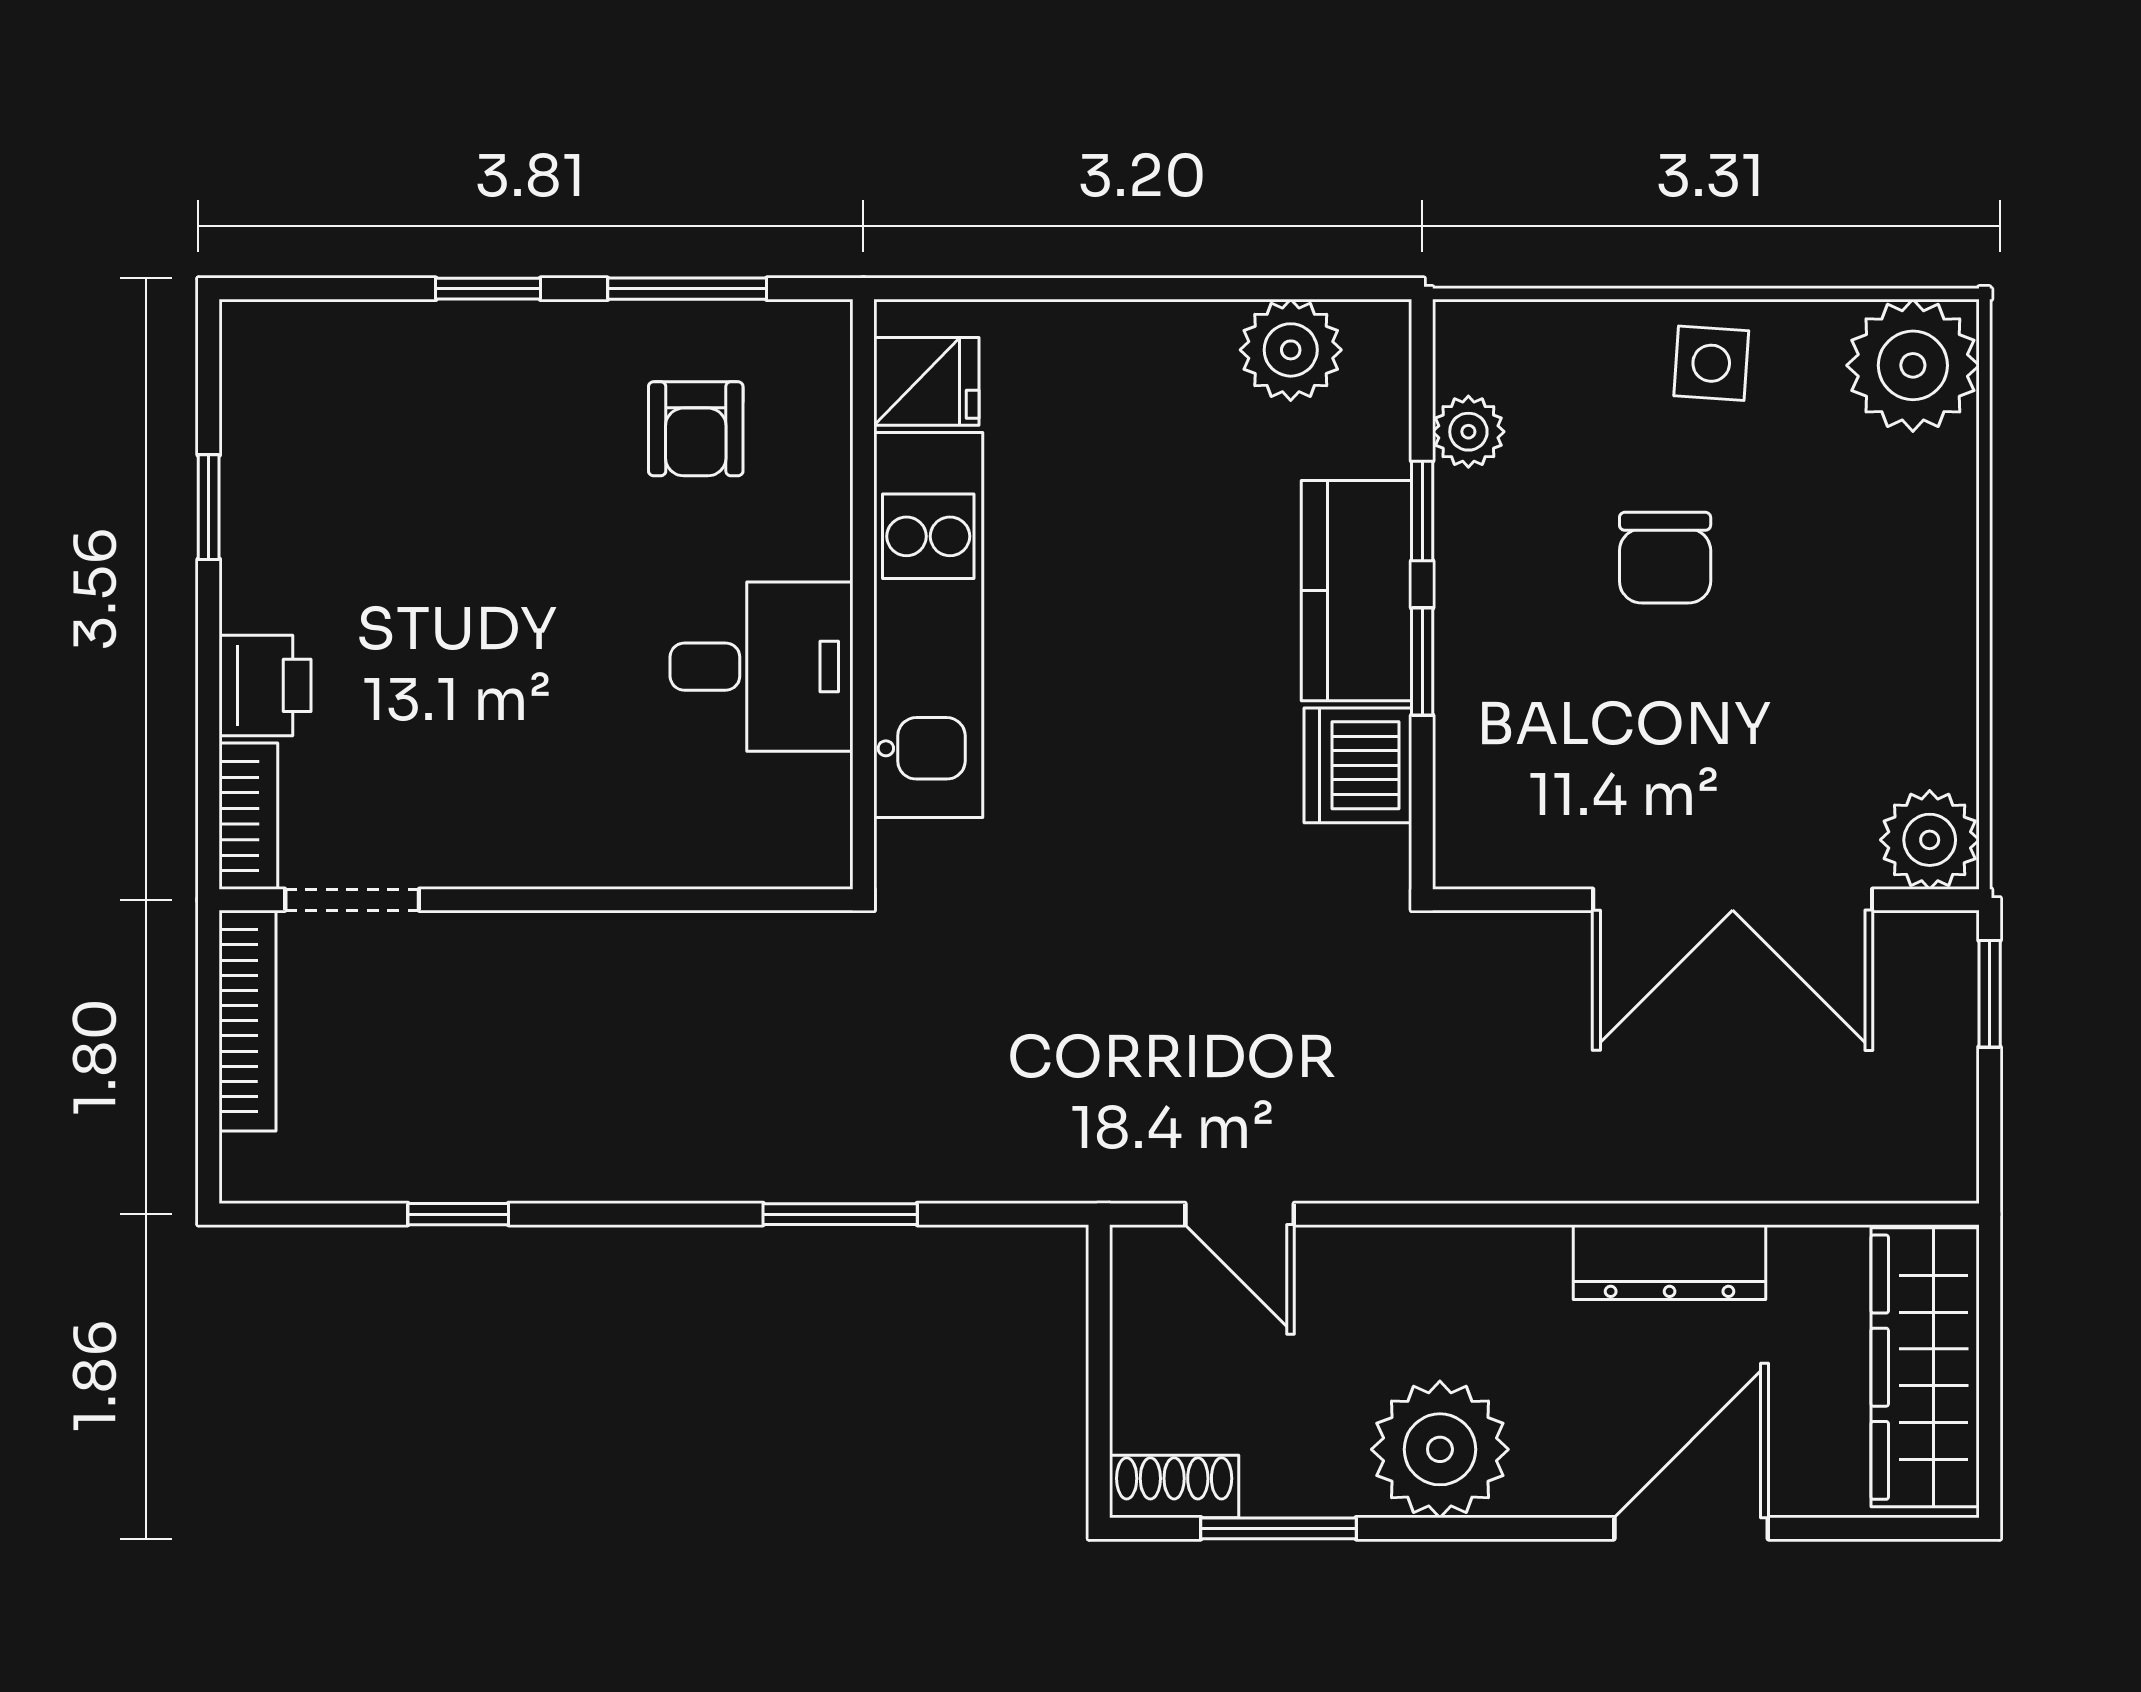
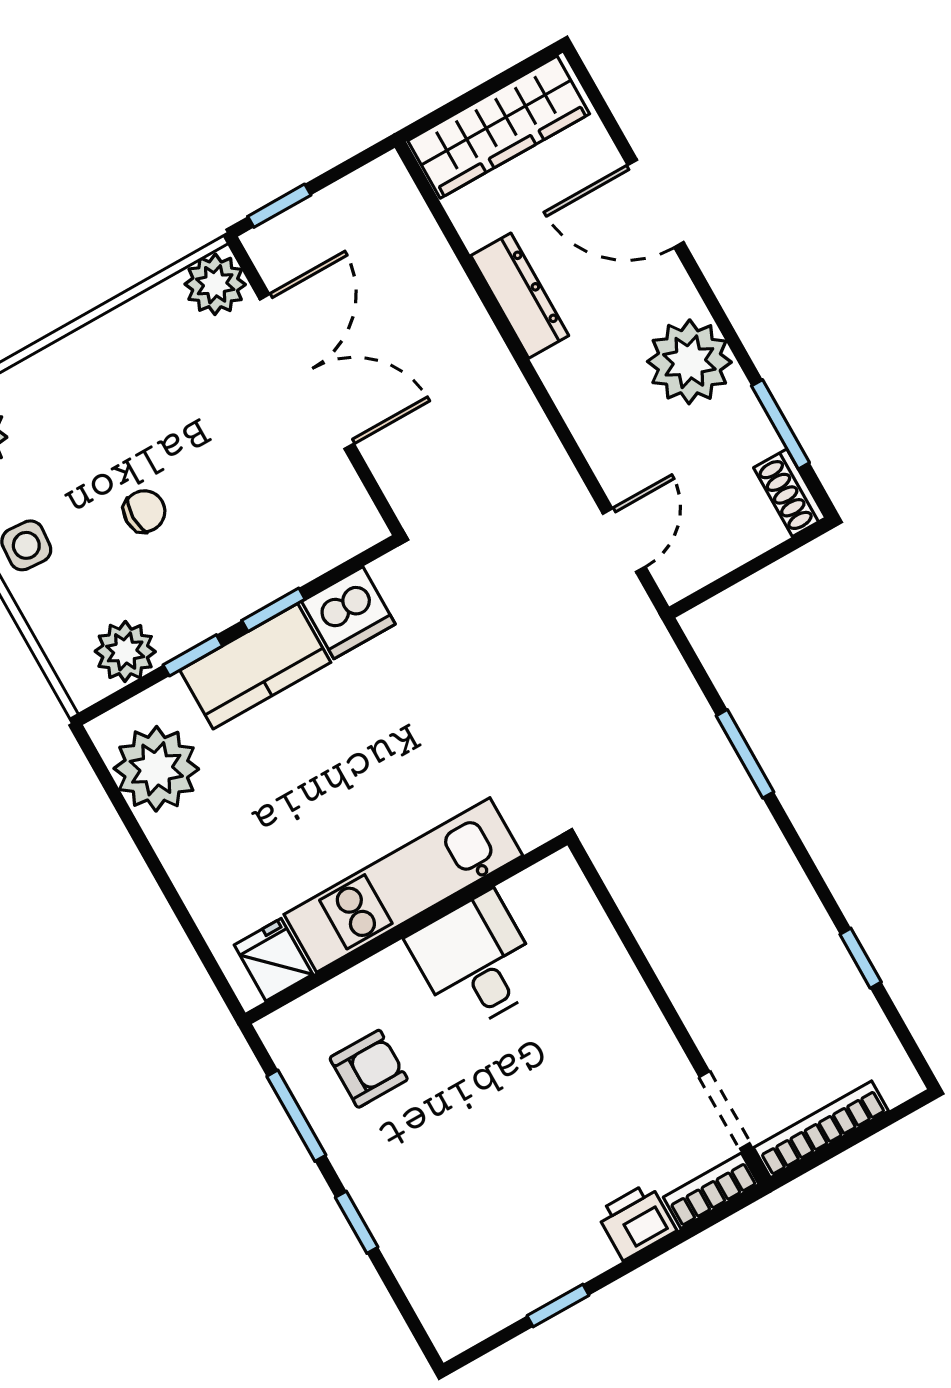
plant: (1291, 350) -> (156, 769), width x1.36, depth x1.36
plant: (1468, 432) -> (125, 651), width x1.38, depth x1.38
chair: (1665, 558) -> (144, 511), width x0.73, depth x0.73

